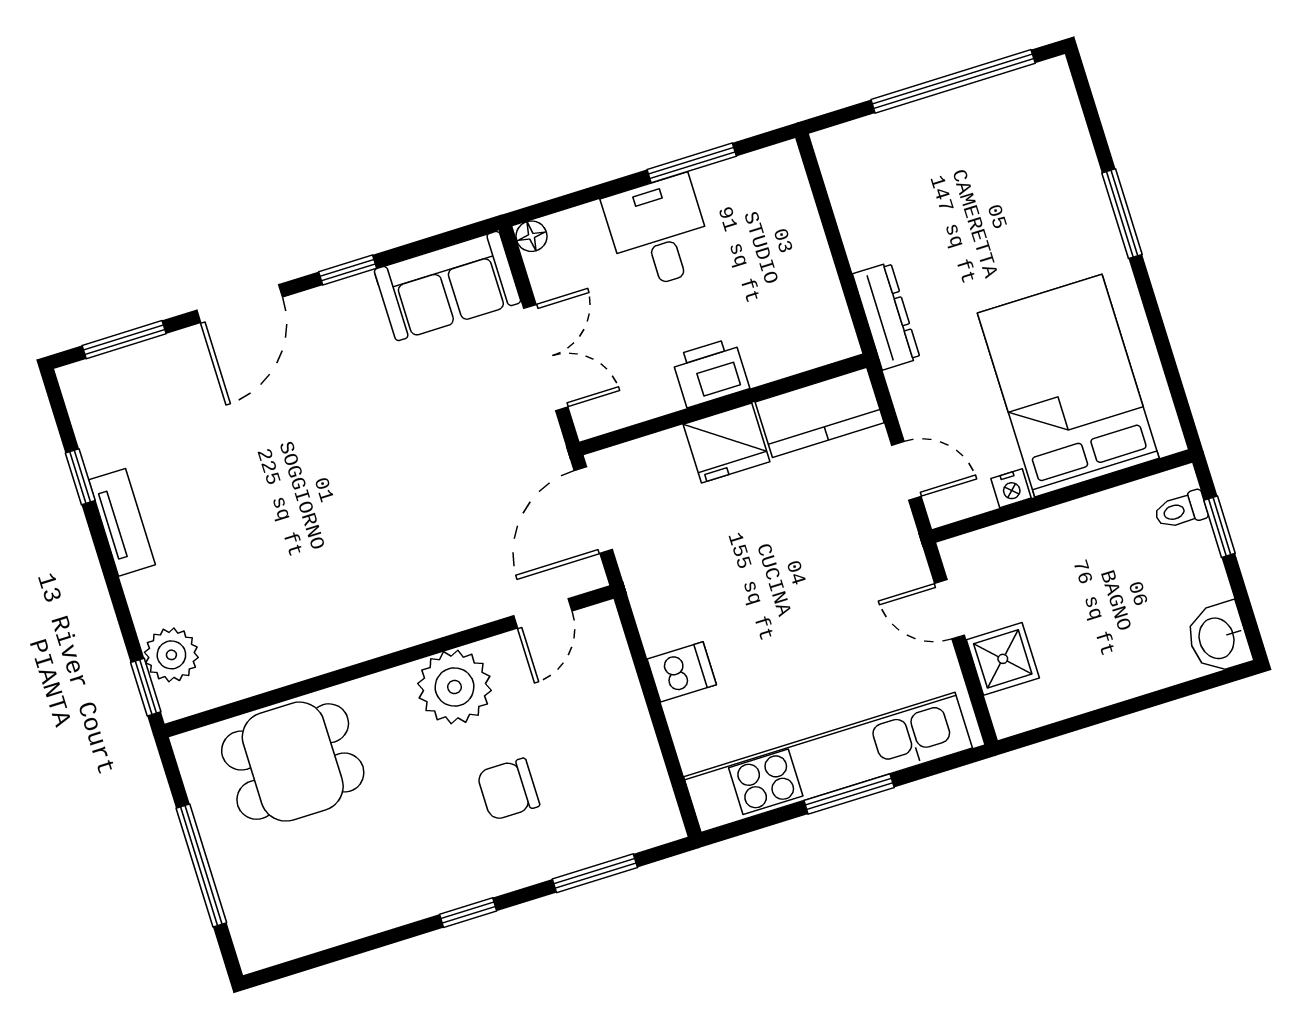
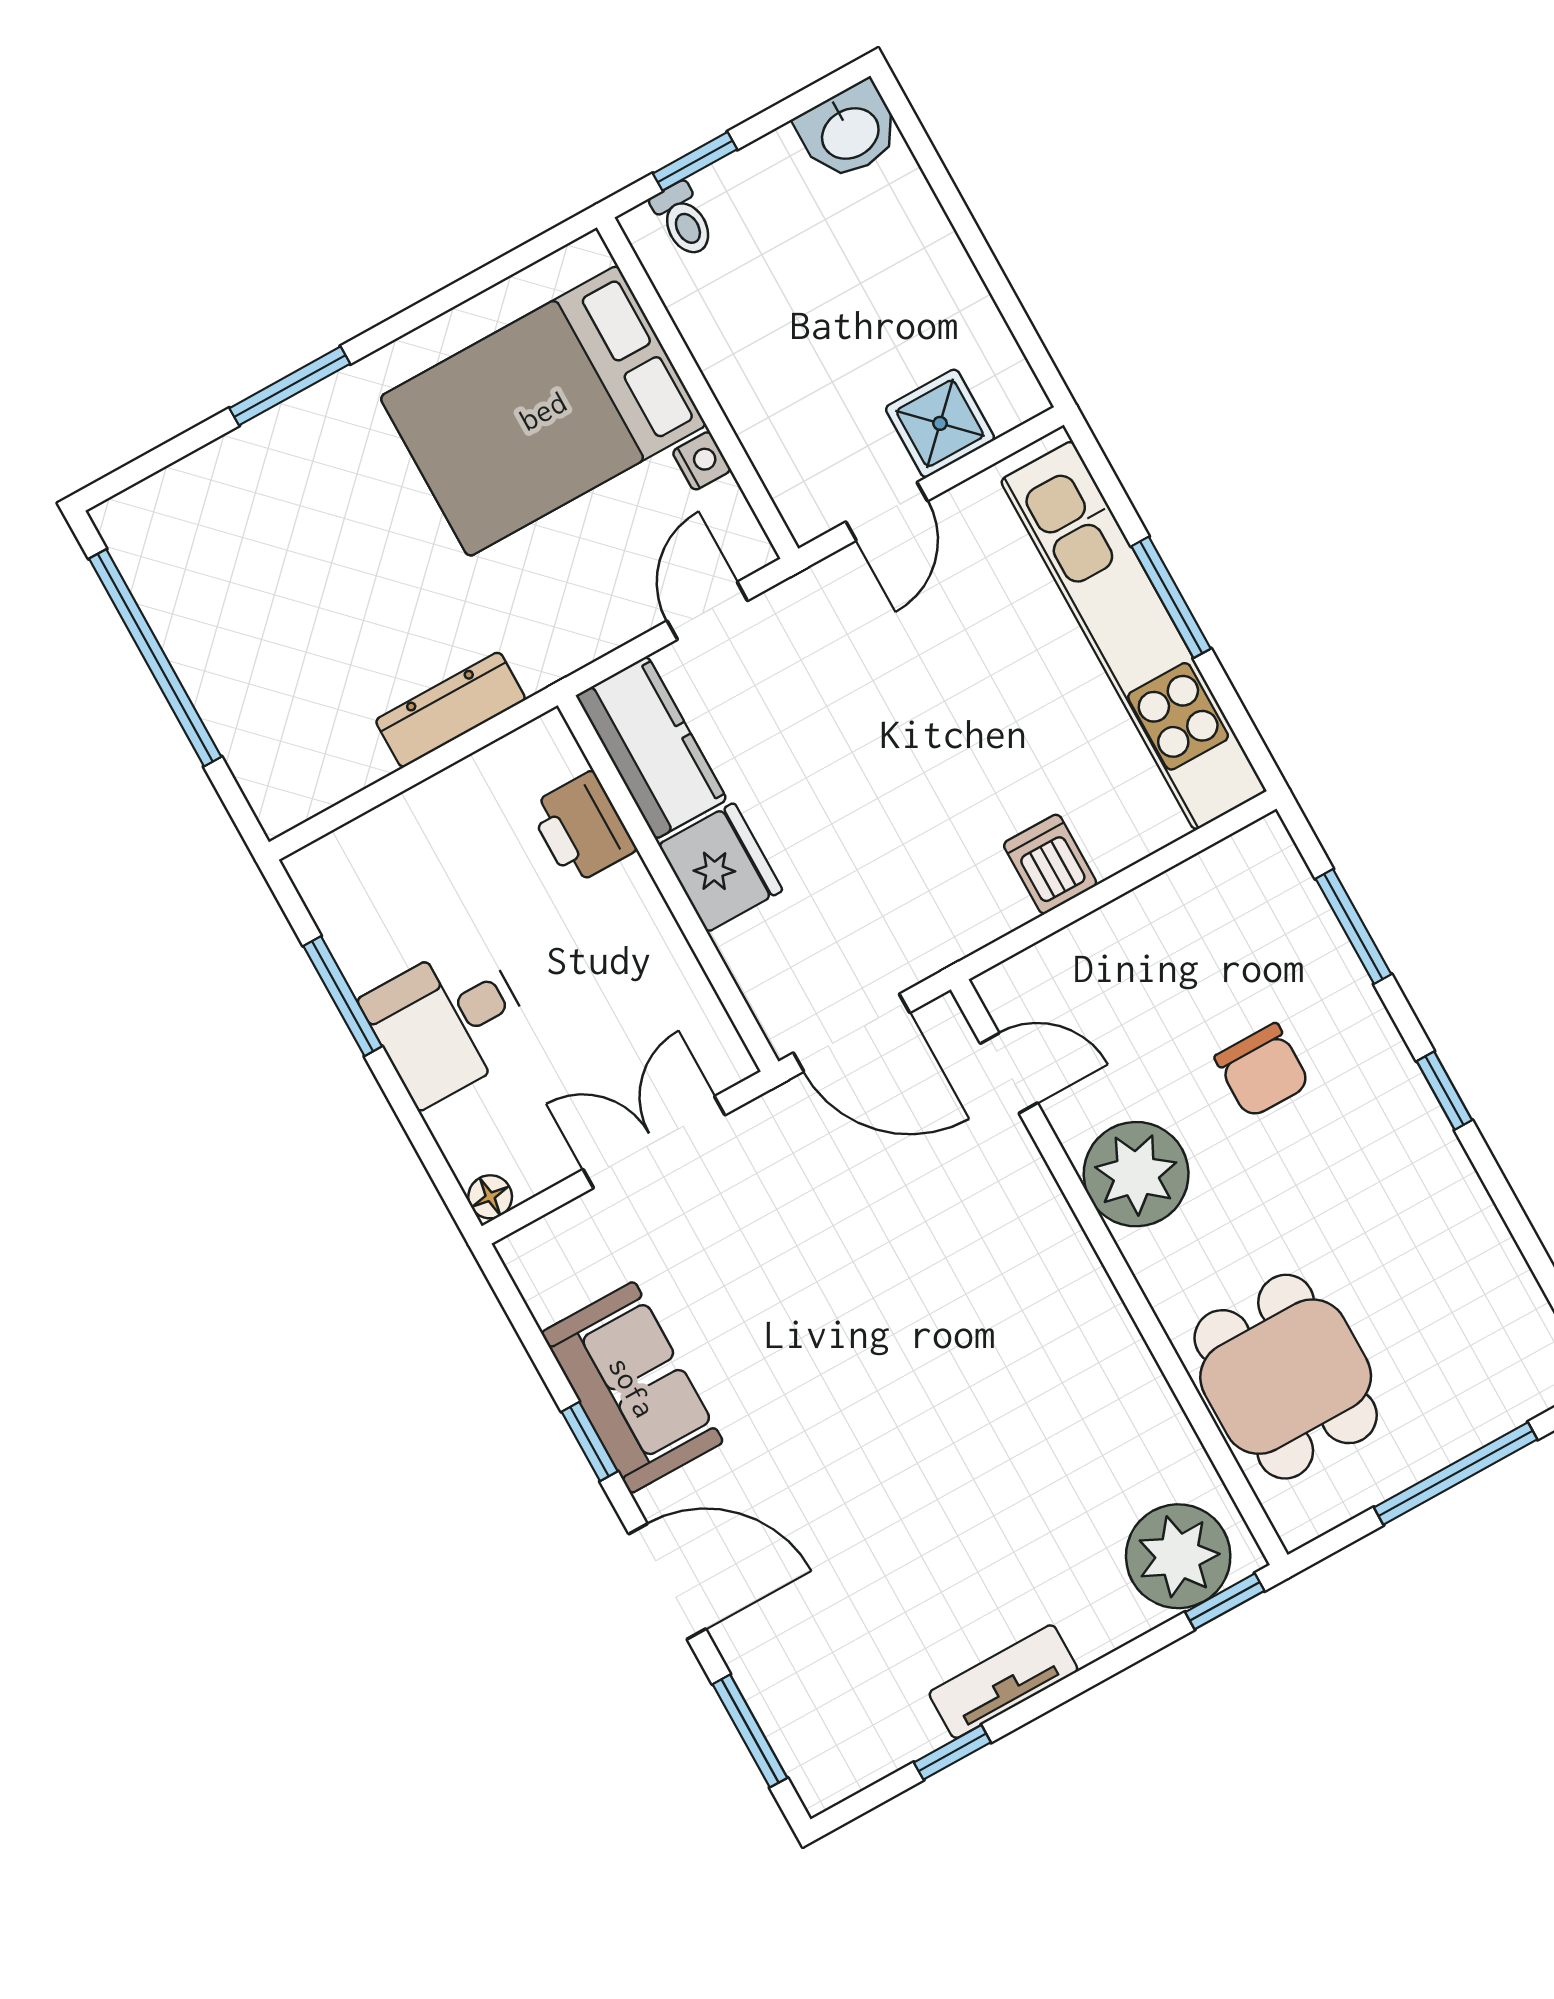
sofa: (447, 286) -> (632, 1387), moved
dresser: (886, 316) -> (451, 710), moved
printer: (710, 373) -> (582, 828), moved
plant: (171, 655) -> (1178, 1556), width x1.36, depth x1.36

